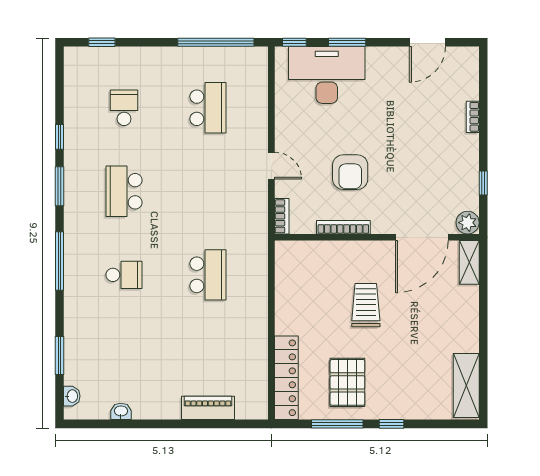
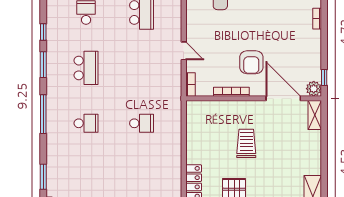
armchair: (350, 172) -> (251, 62), moved
window: (483, 183) -> (324, 77), moved
school desk: (124, 191) -> (86, 68), turned 180
door: (422, 237) -> (283, 98), swing flipped
school desk: (208, 275) -> (142, 123), width x0.54

